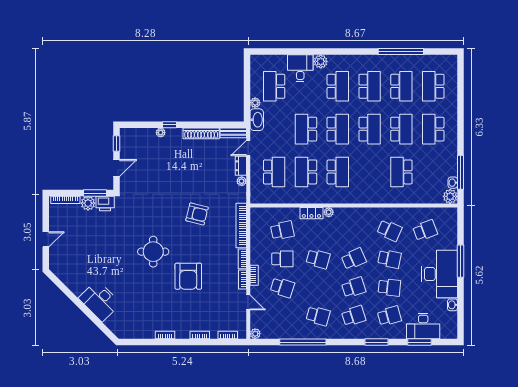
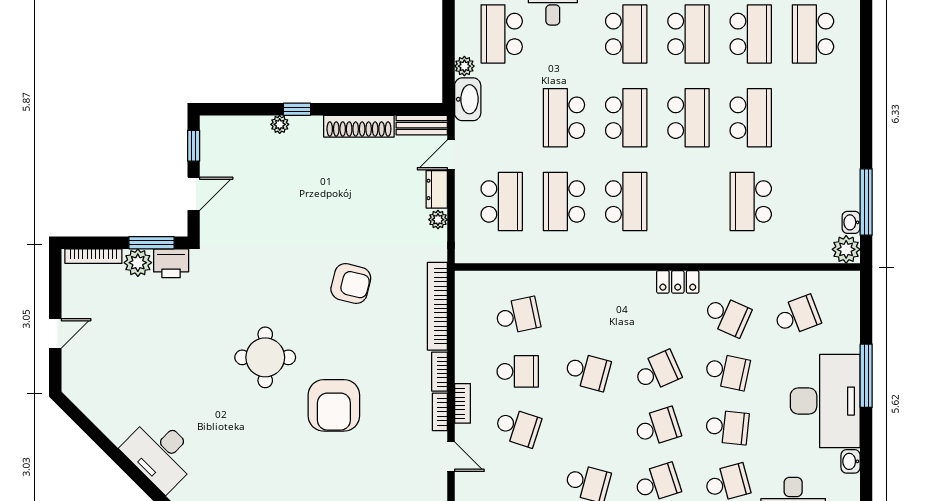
school desk: (433, 129) -> (813, 118), removed
plant: (329, 212) -> (608, 280), removed
locker: (311, 213) -> (678, 282), moved

